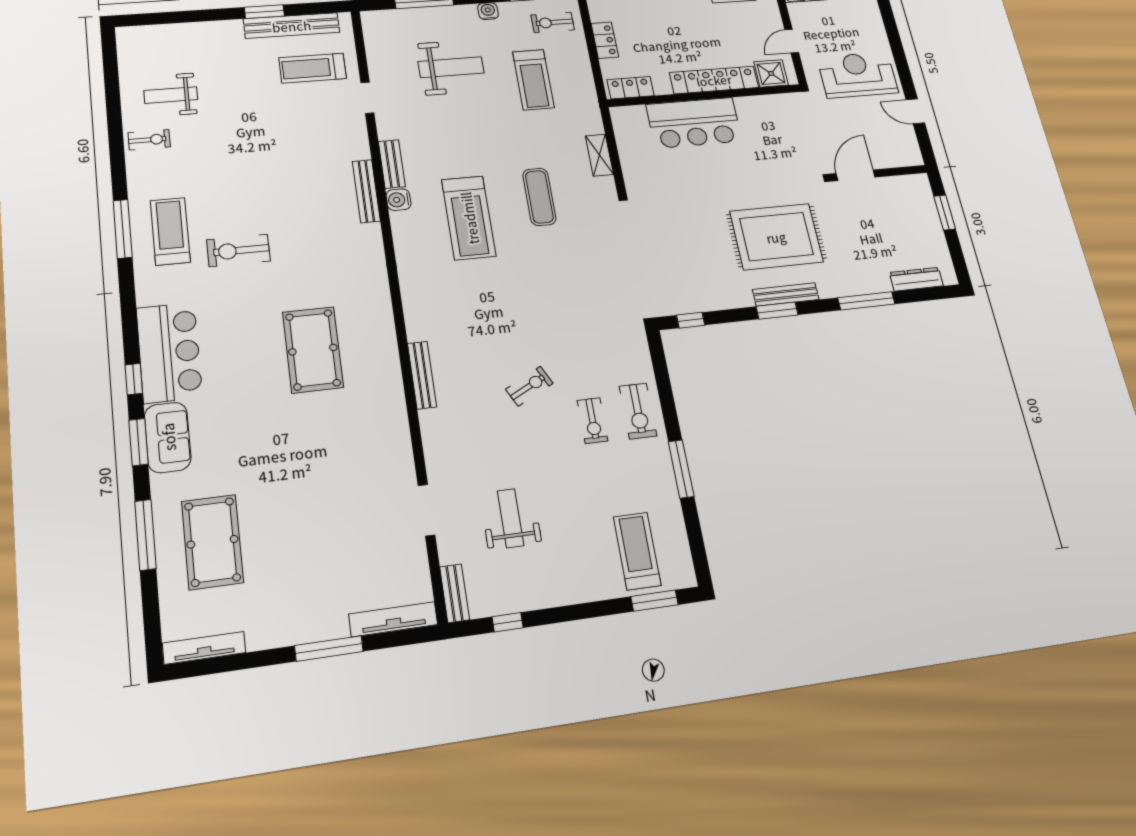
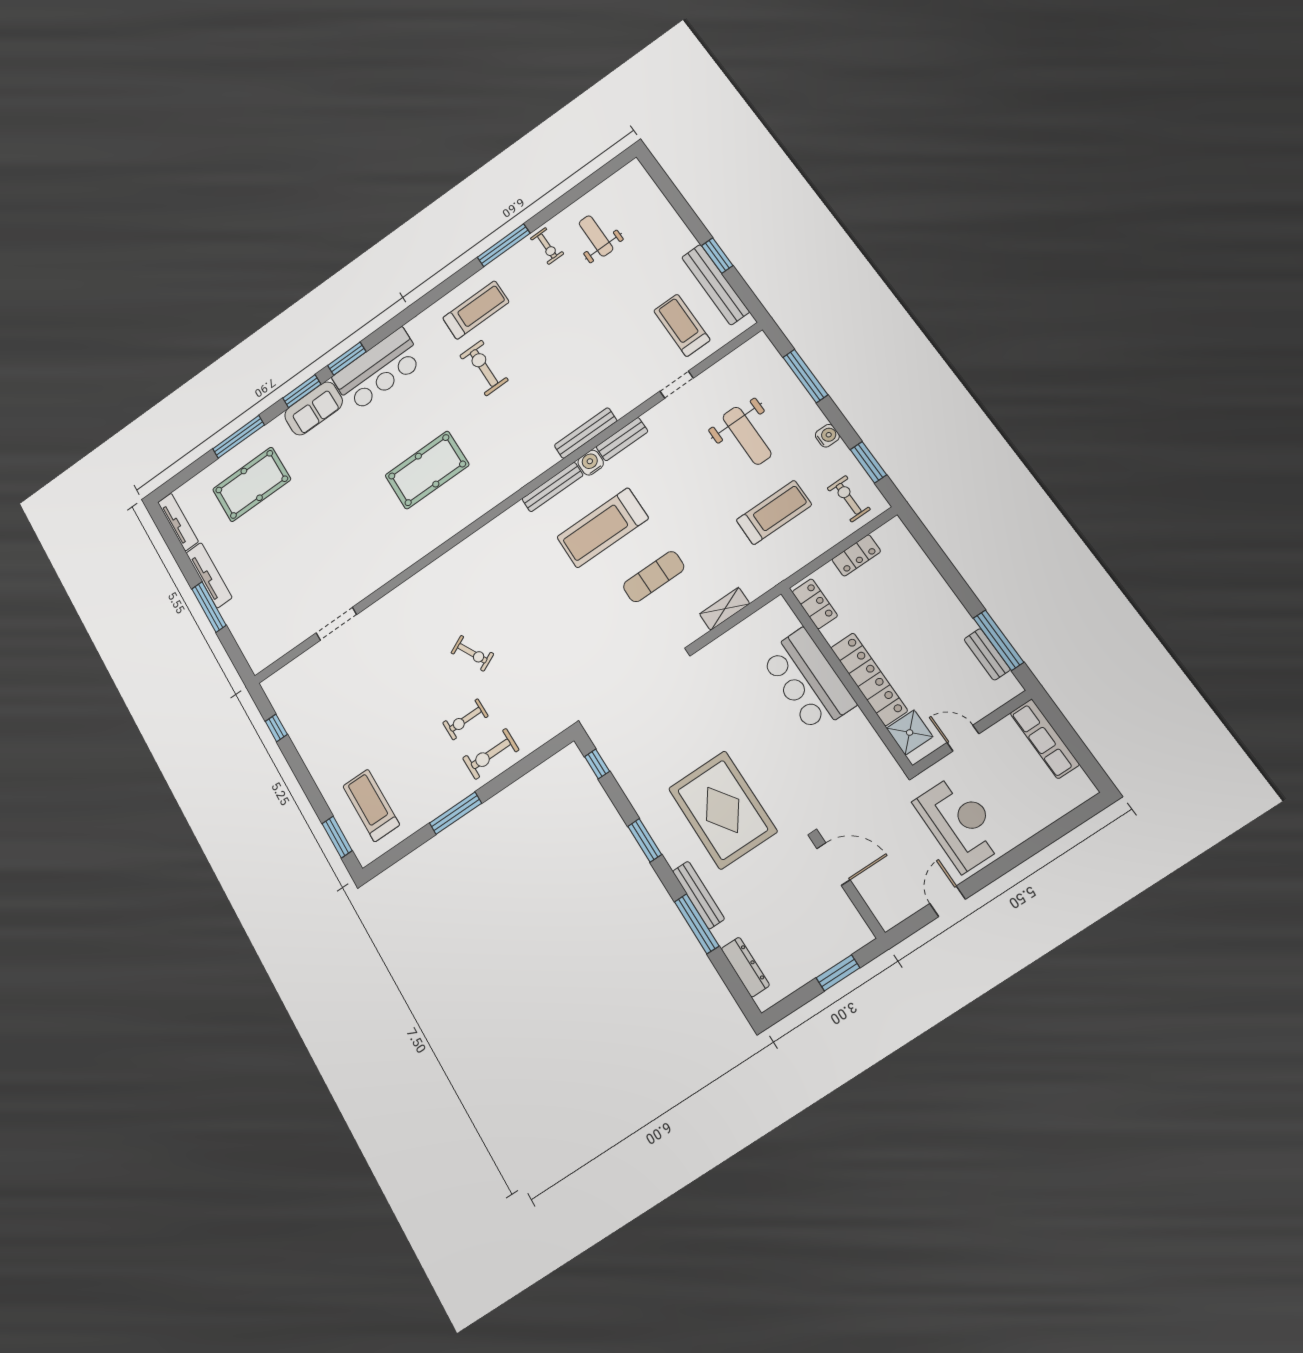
treadmill: (533, 80) -> (774, 512), turned 180
window: (123, 229) -> (504, 245), moved
bench: (786, 294) -> (699, 895), moved
bench: (422, 375) -> (552, 487), moved
window: (134, 379) -> (347, 359), width x1.50
weight bench: (511, 518) -> (356, 691), removed
treadmill: (637, 551) -> (371, 805), turned -90
bench: (455, 593) -> (282, 677), removed
tv unit: (393, 619) -> (209, 575), moved

